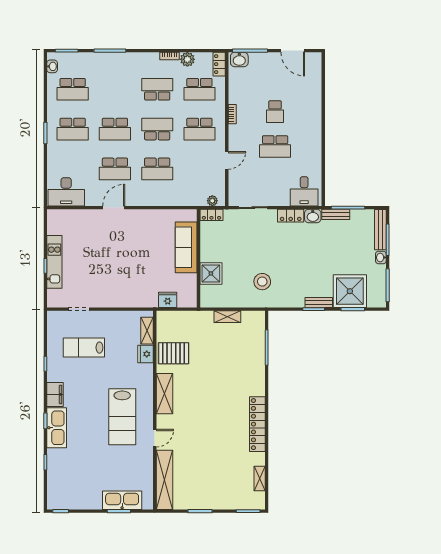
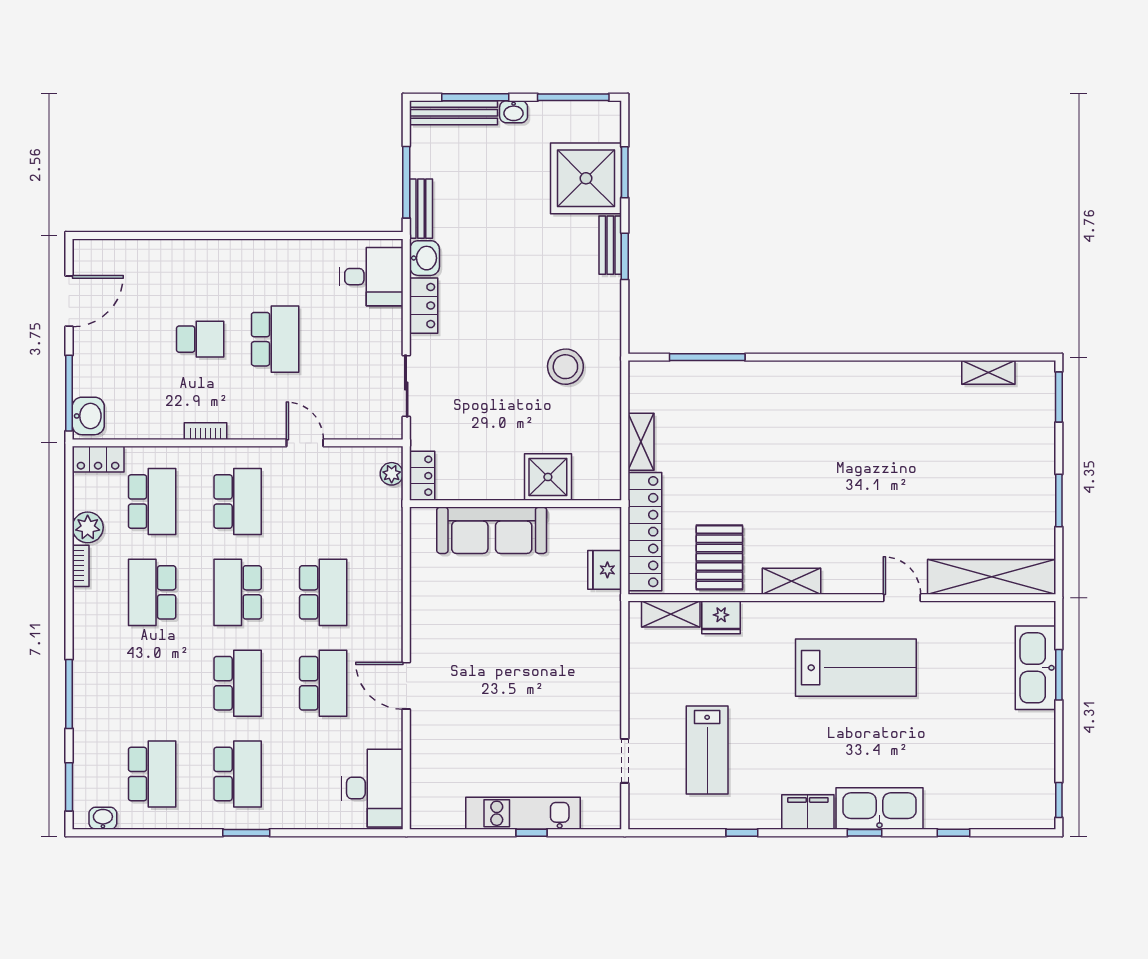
shelving: (164, 394) -> (792, 581), width x0.67, depth x0.75
locker: (257, 424) -> (645, 532), moved, turned -90

